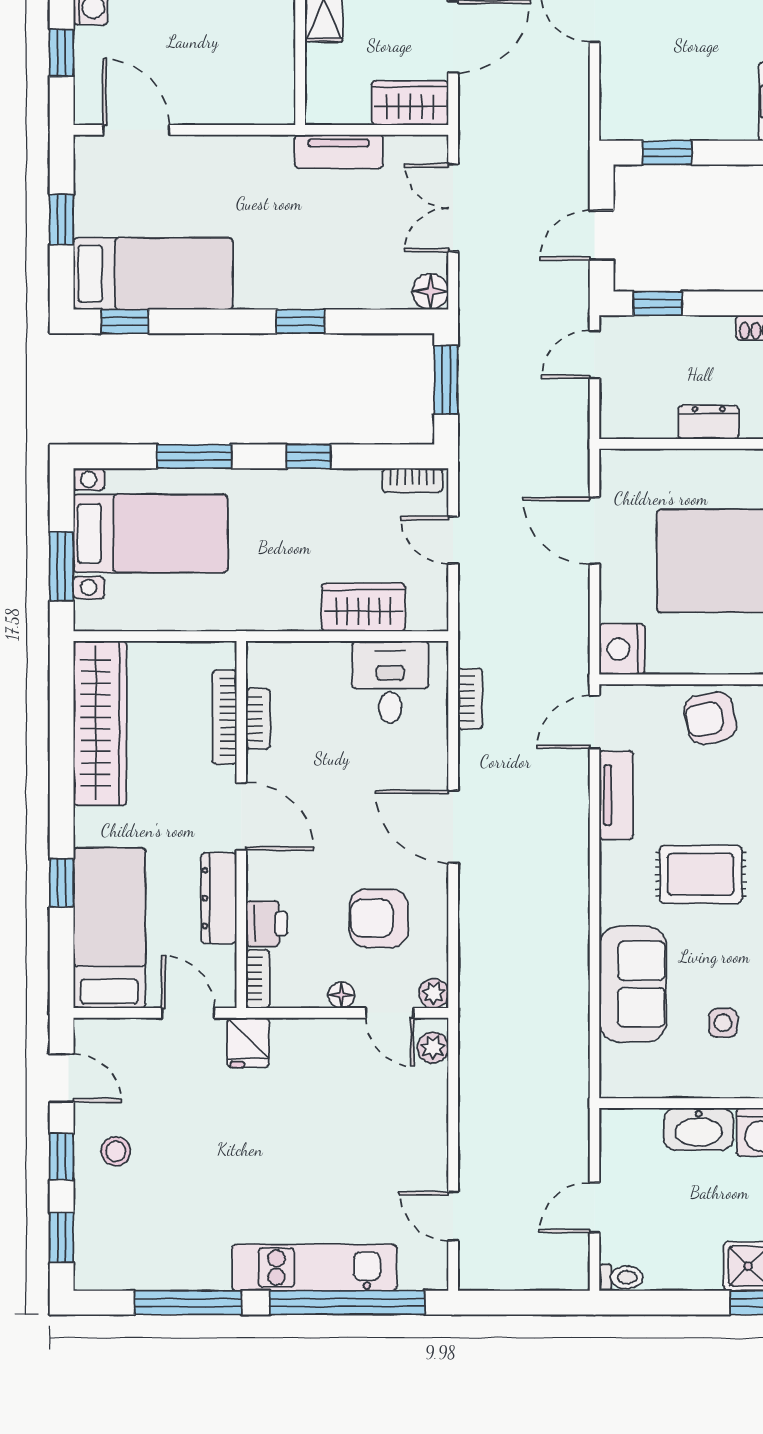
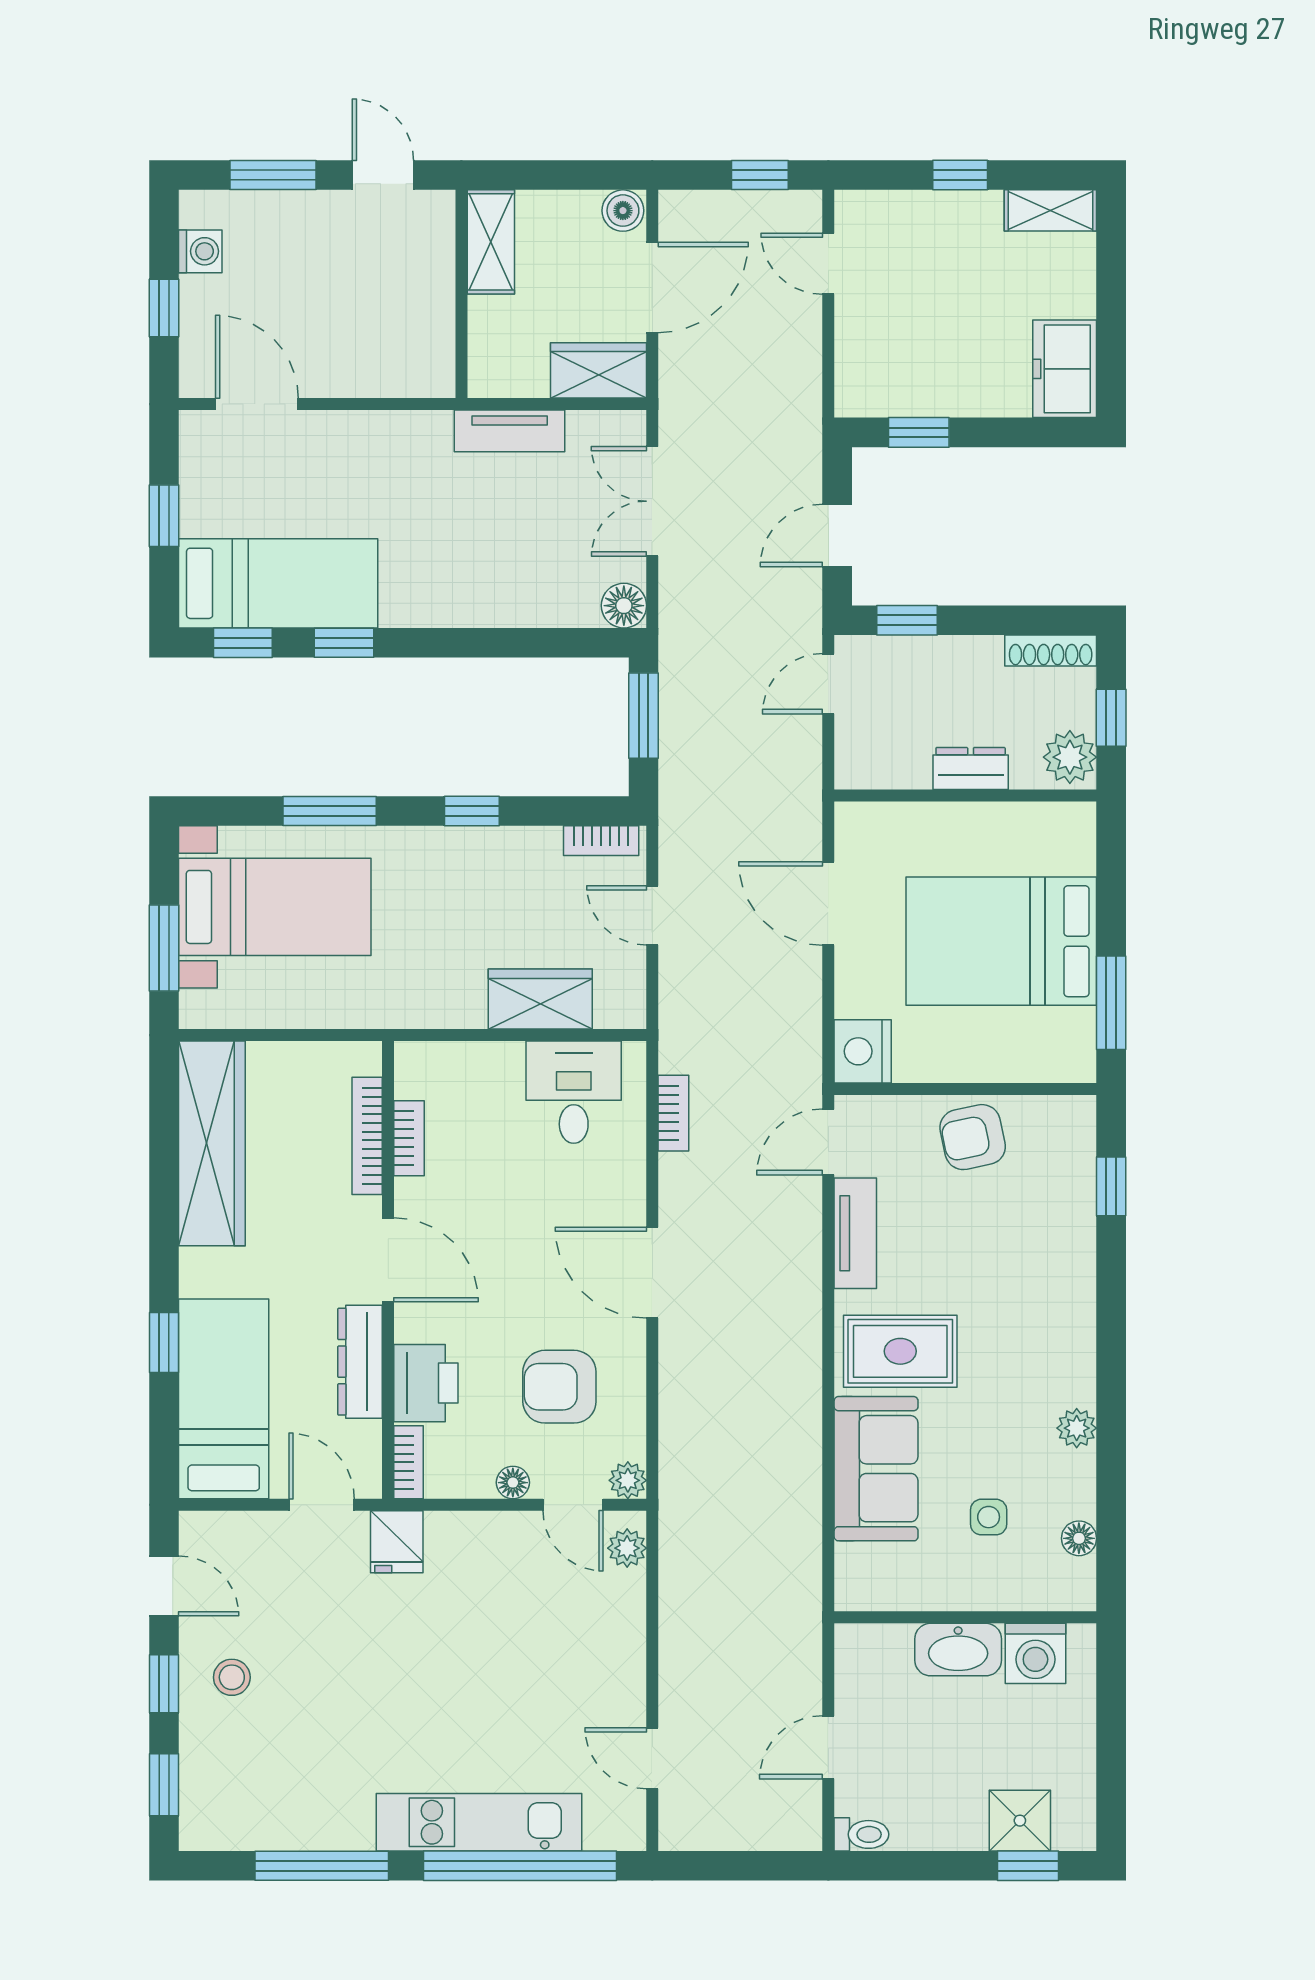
window: (301, 321) -> (344, 643), moved
rug: (701, 874) -> (900, 1351), moved
printer: (267, 924) -> (426, 1383), width x1.36, depth x1.24

